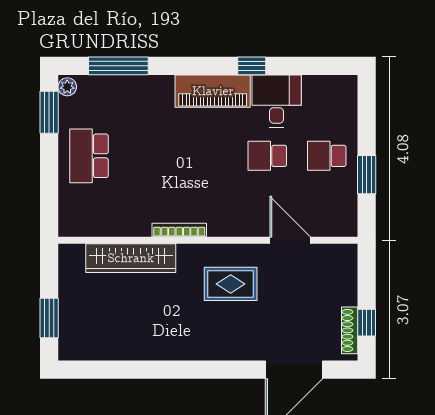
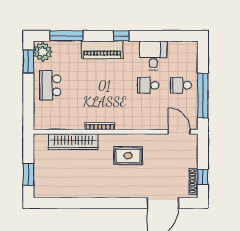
window: (252, 66) -> (121, 36), moved
plant: (67, 87) -> (43, 52), width x1.87, depth x1.87
piano: (213, 91) -> (102, 50), moved
window: (367, 175) -> (203, 96), width x2.11
door: (290, 240) -> (179, 132), moved

